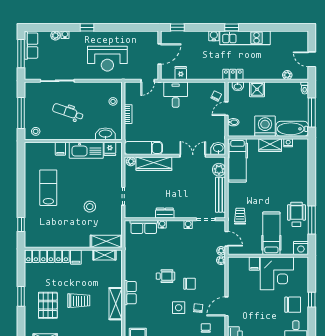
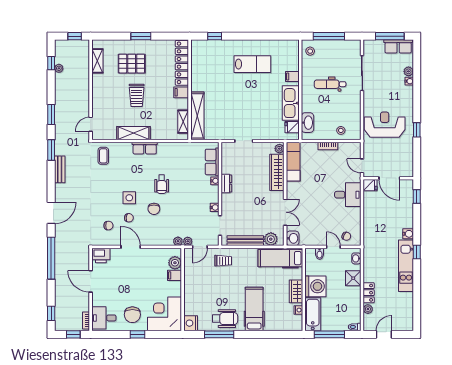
window: (87, 27) -> (417, 130), moved
reception desk: (107, 59) -> (385, 125), turned 90
fridge: (181, 73) -> (370, 185), moved
locker: (233, 74) -> (369, 293), moved
dental chair: (68, 112) -> (330, 84), turned -109
stool: (90, 207) -> (233, 107), removed
hospital bed: (271, 233) -> (254, 309), moved, turned -90
shelving: (106, 241) -> (197, 116), width x1.47
plant: (242, 263) -> (175, 263), added
corner desk: (277, 273) -> (165, 314), moved, turned 90

